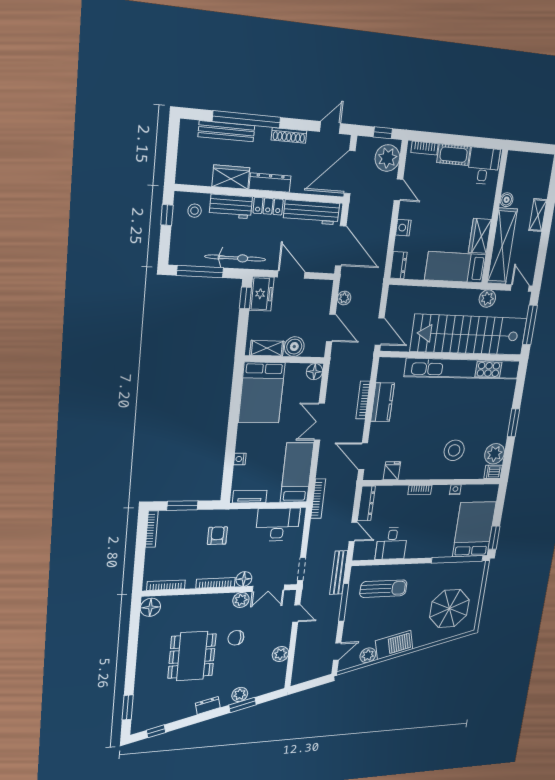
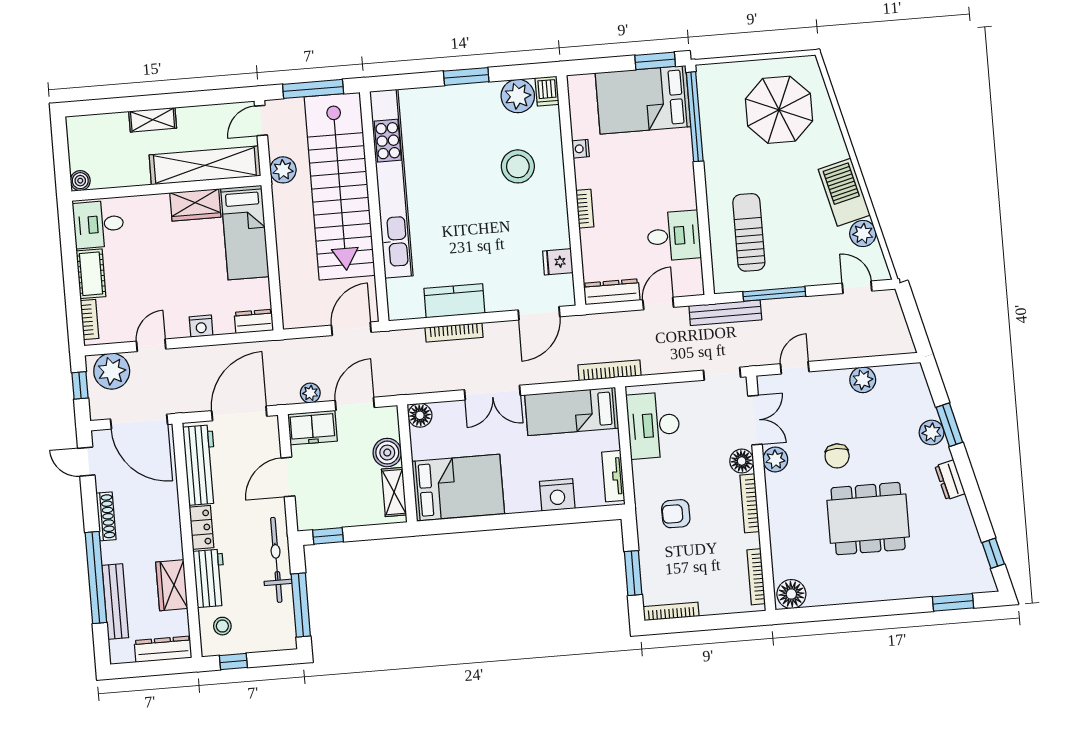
dresser: (270, 183) -> (163, 649), moved, turned 90
boiler: (507, 200) -> (80, 181), moved
freezer: (262, 294) -> (312, 428), moved, turned 180
nightstand: (240, 459) -> (557, 495), width x1.89, depth x1.79

